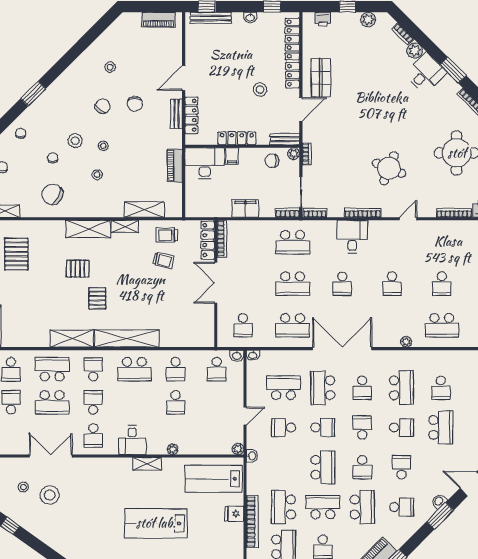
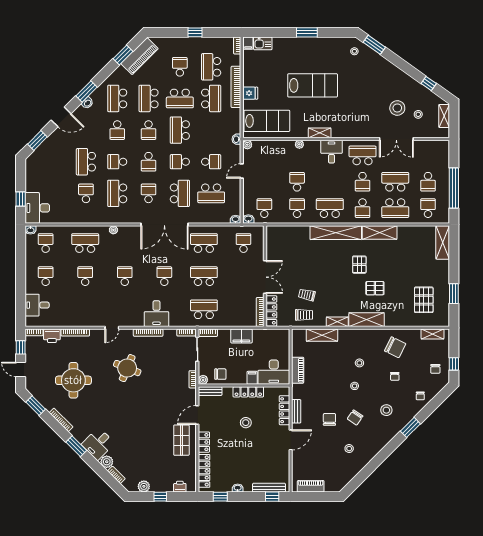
stool: (260, 90) -> (246, 423), moved
stool: (75, 141) -> (386, 410), moved
school desk: (93, 435) -> (363, 155), width x1.85
school desk: (362, 467) -> (149, 130), turned 180
school desk: (401, 507) -> (117, 98), width x1.85

